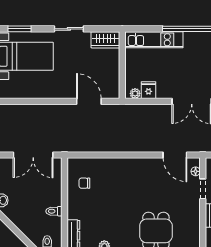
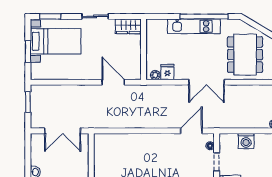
kitchen unit: (154, 40) -> (194, 26), moved
door: (175, 155) -> (191, 131), swing flipped
chair: (84, 183) -> (109, 156), removed

